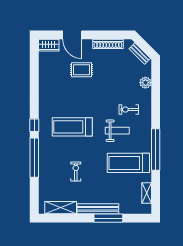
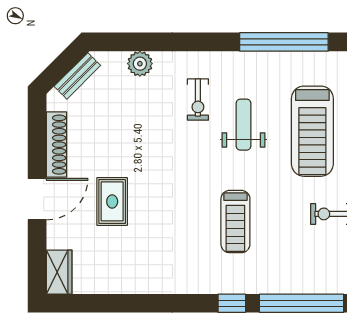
door: (72, 35) -> (37, 199), moved
treadmill: (72, 127) -> (235, 222), width x0.73, depth x0.73
treadmill: (128, 163) -> (312, 131), moved

